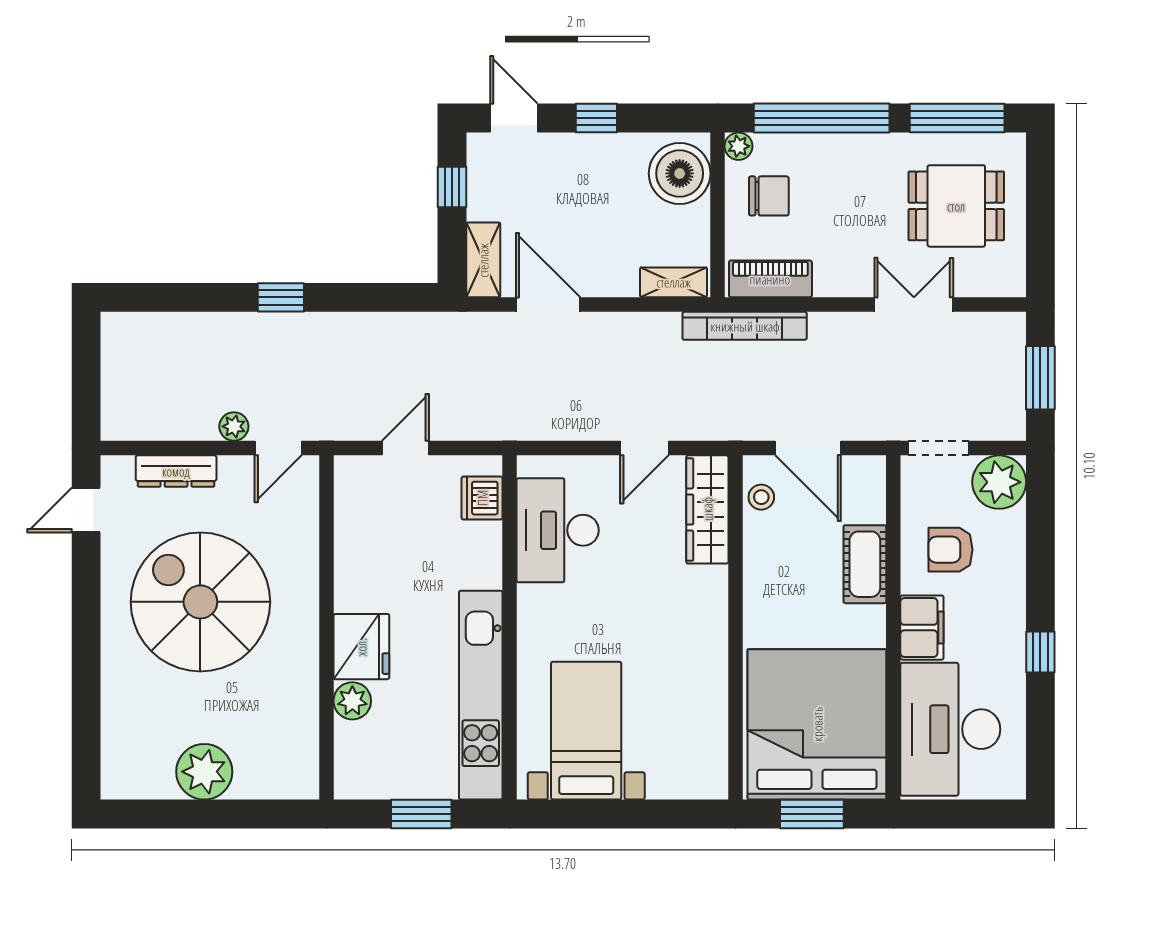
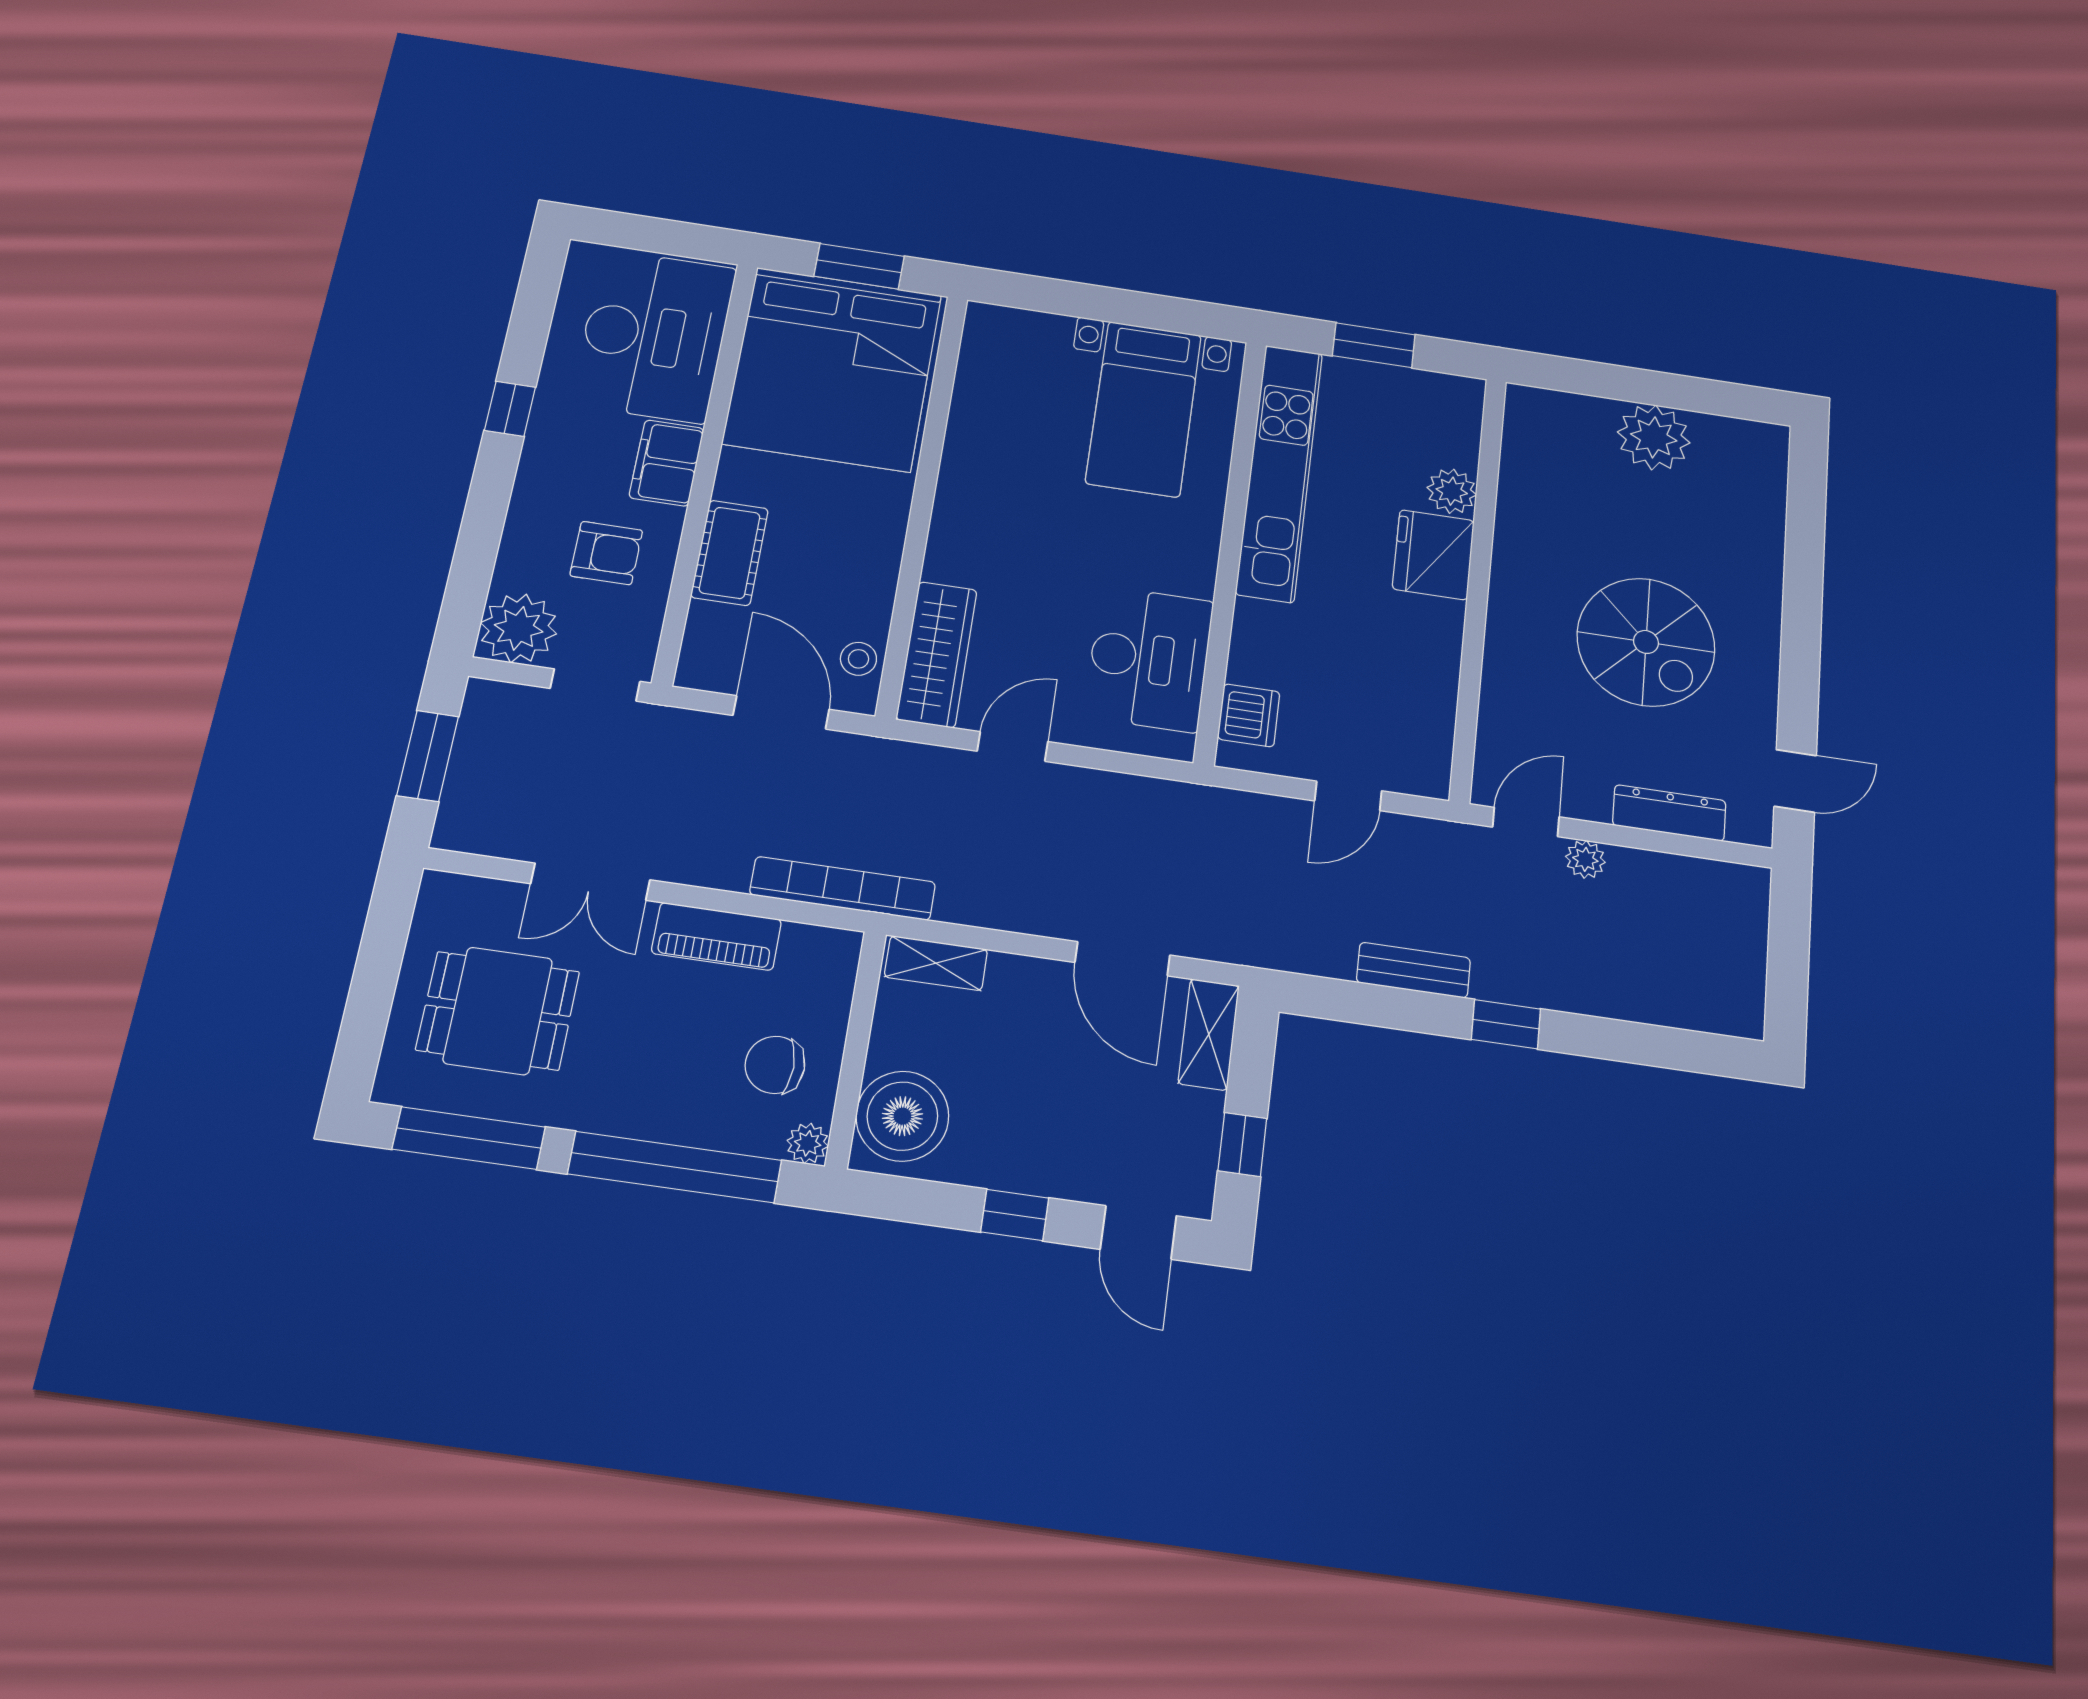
piano: (770, 279) -> (717, 936), moved
bench: (348, 327) -> (1413, 970), added
spiral stairs: (200, 602) -> (1646, 642), width x0.73, depth x0.73

